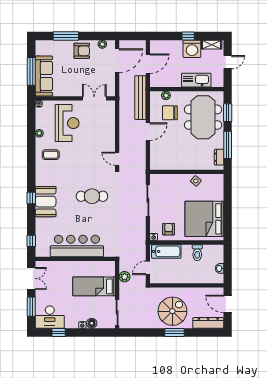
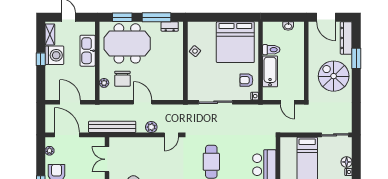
bench: (140, 98) -> (112, 127), moved
bathtub: (166, 251) -> (270, 71), moved
plant: (125, 277) -> (151, 127), moved
door: (228, 304) -> (326, 17), hinge flipped
window: (174, 332) -> (356, 58), moved

